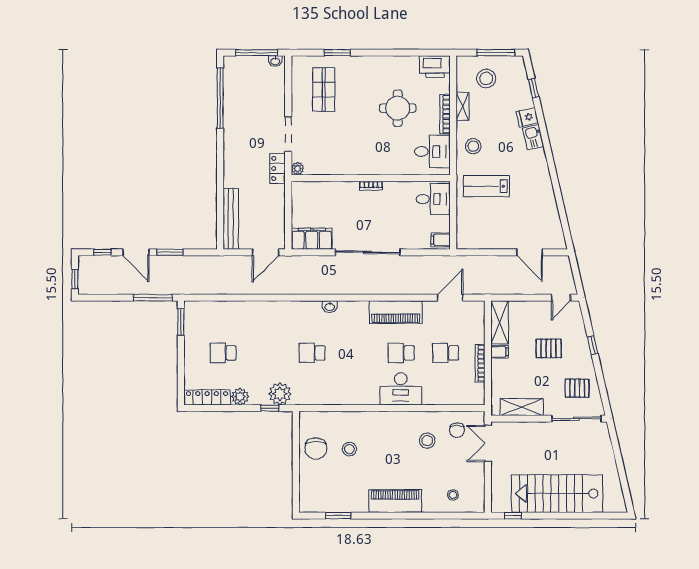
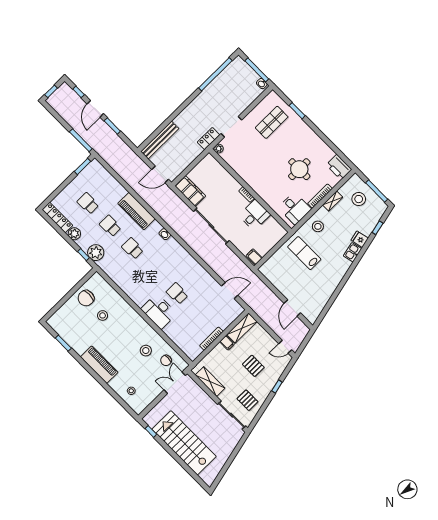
desk: (433, 199) -> (255, 215), moved, turned -90
piano: (396, 312) -> (136, 211), moved
school desk: (446, 353) -> (110, 226), moved

